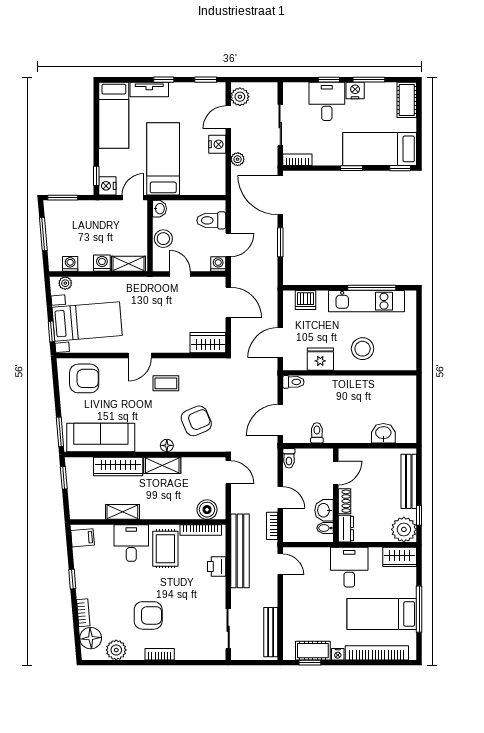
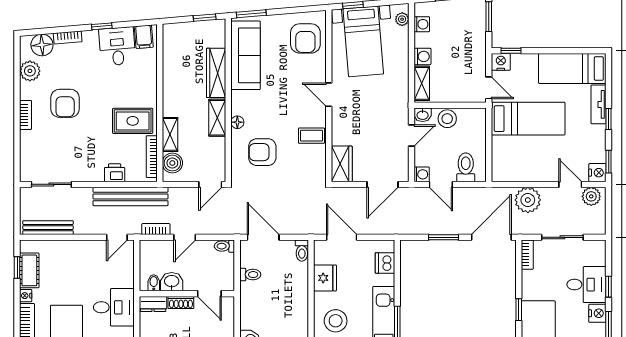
nightstand: (217, 144) -> (597, 173), moved, turned -90
plant: (238, 159) -> (528, 200), width x1.88, depth x1.88
washbasin: (160, 209) -> (423, 115), moved
coffee table: (166, 383) -> (311, 136), moved, turned 90
armchair: (196, 421) -> (262, 152), turned 113
shelving: (122, 512) -> (170, 134), moved
desk: (131, 543) -> (117, 46), moved, turned -95

